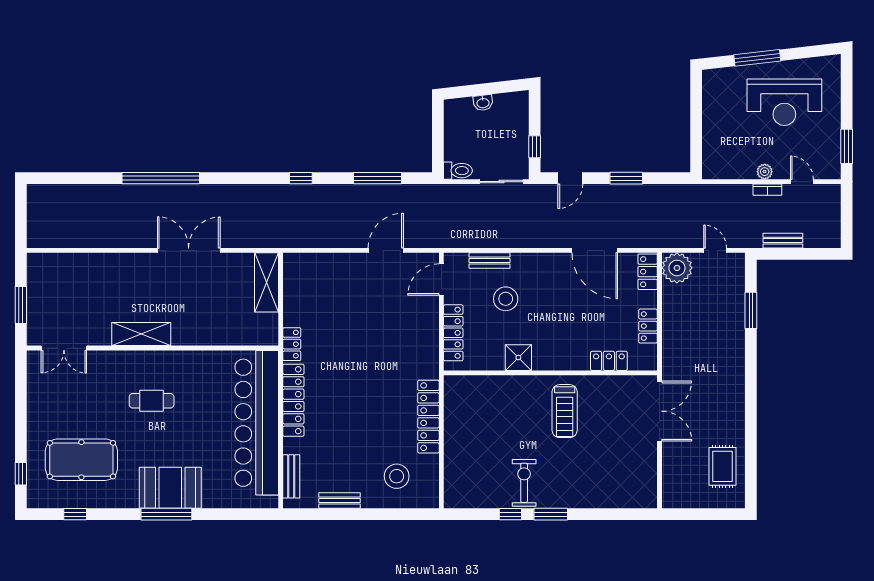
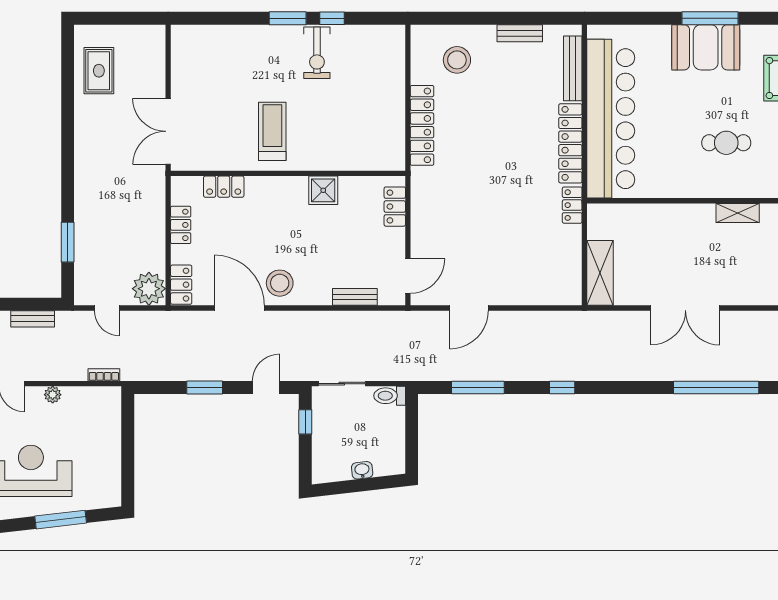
bookcase: (767, 190) -> (104, 375), moved
stool: (506, 299) -> (280, 283), moved
locker: (453, 333) -> (395, 207), width x0.66
shelving: (141, 334) -> (738, 213), width x0.67, depth x0.75
bench: (291, 476) -> (573, 68), width x1.36

